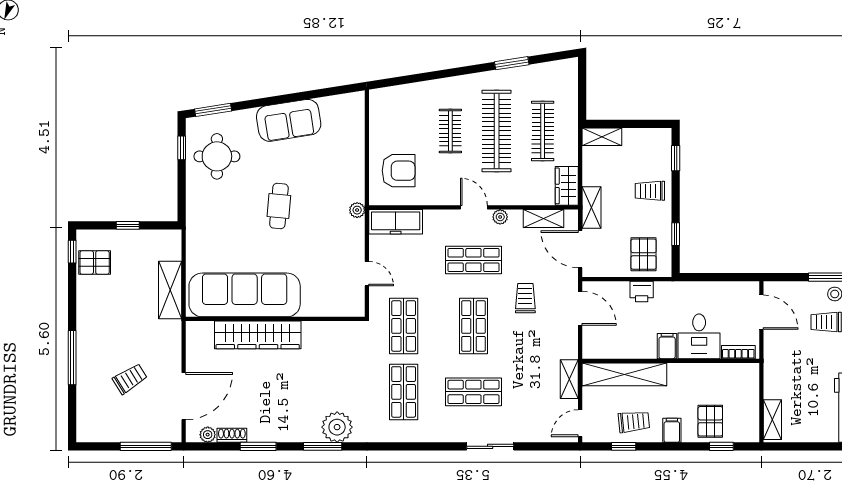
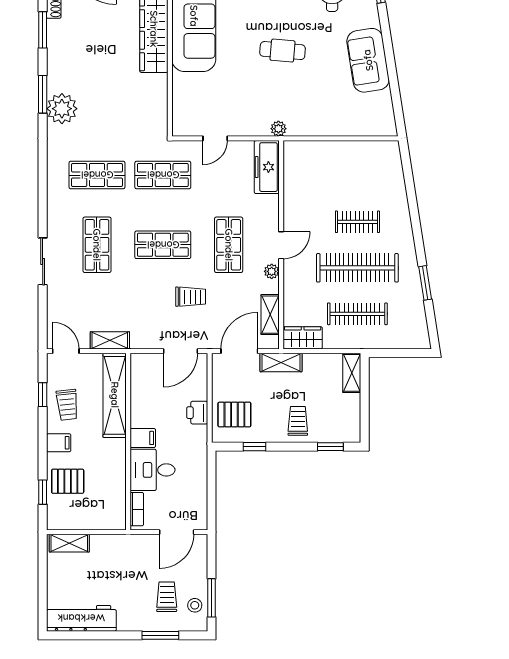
armchair: (399, 171) -> (318, 170), removed

